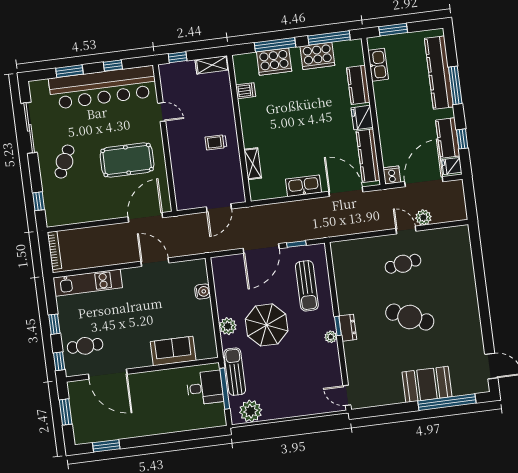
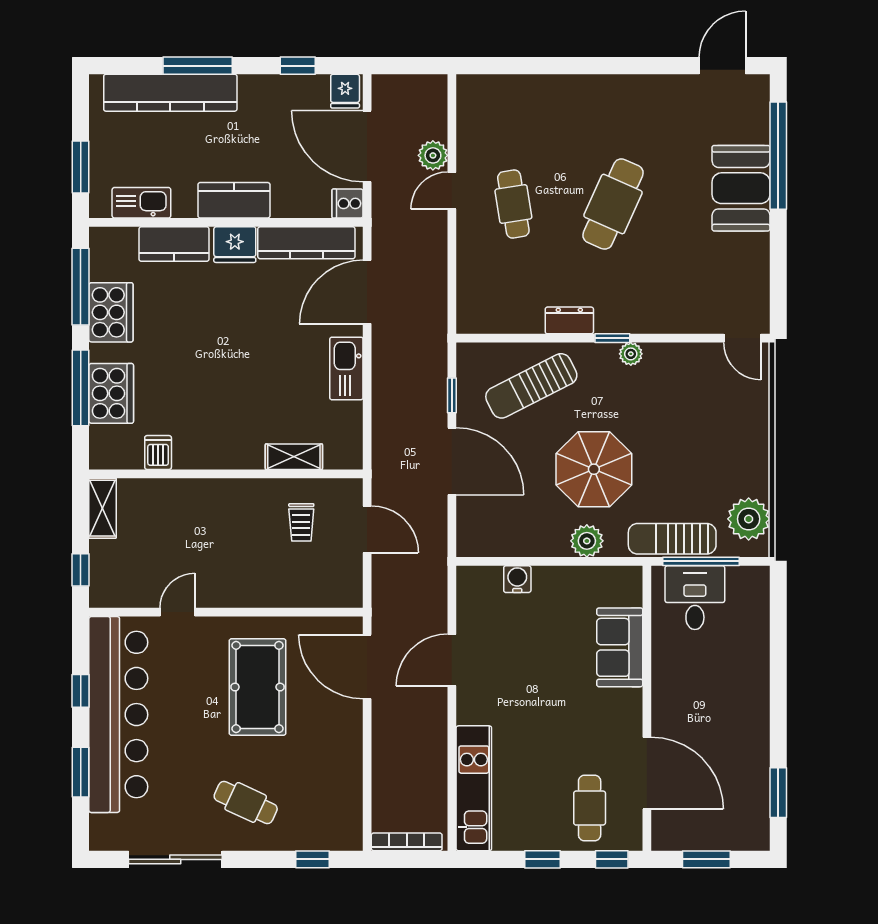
kitchen counter: (448, 138) -> (234, 200), moved, turned 180
trolley: (216, 142) -> (301, 522), moved
sun lounger: (307, 286) -> (531, 386), turned 153
dresser: (348, 328) -> (569, 320), moved
door: (108, 374) -> (647, 773), hinge flipped
door: (347, 395) -> (742, 338), hinge flipped

